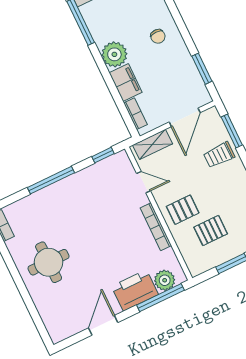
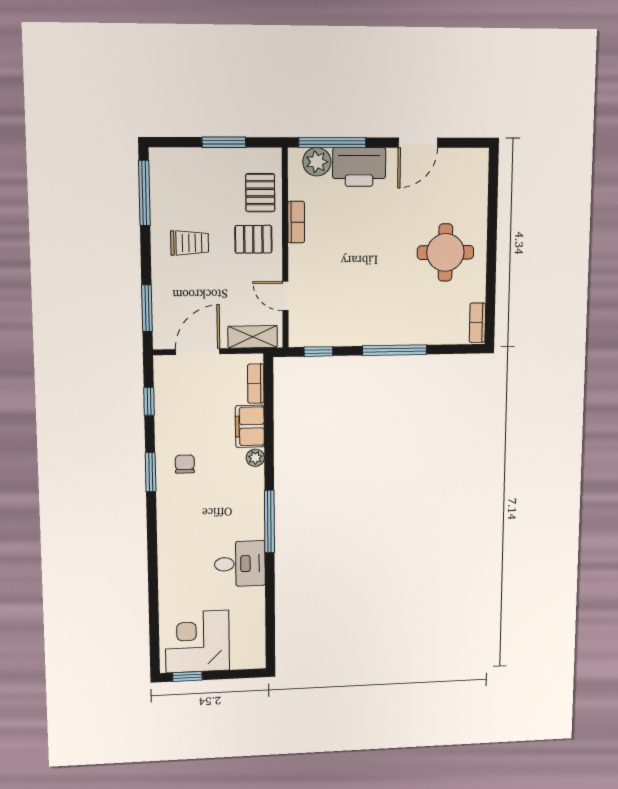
window: (179, 20) -> (151, 472), added
plant: (114, 54) -> (255, 458), width x0.53, depth x0.53
window: (202, 69) -> (149, 401), width x0.67
trolley: (219, 155) -> (190, 243), moved
bookcase: (156, 227) -> (296, 222), width x0.64
pallet: (211, 230) -> (260, 193), moved, turned 90

